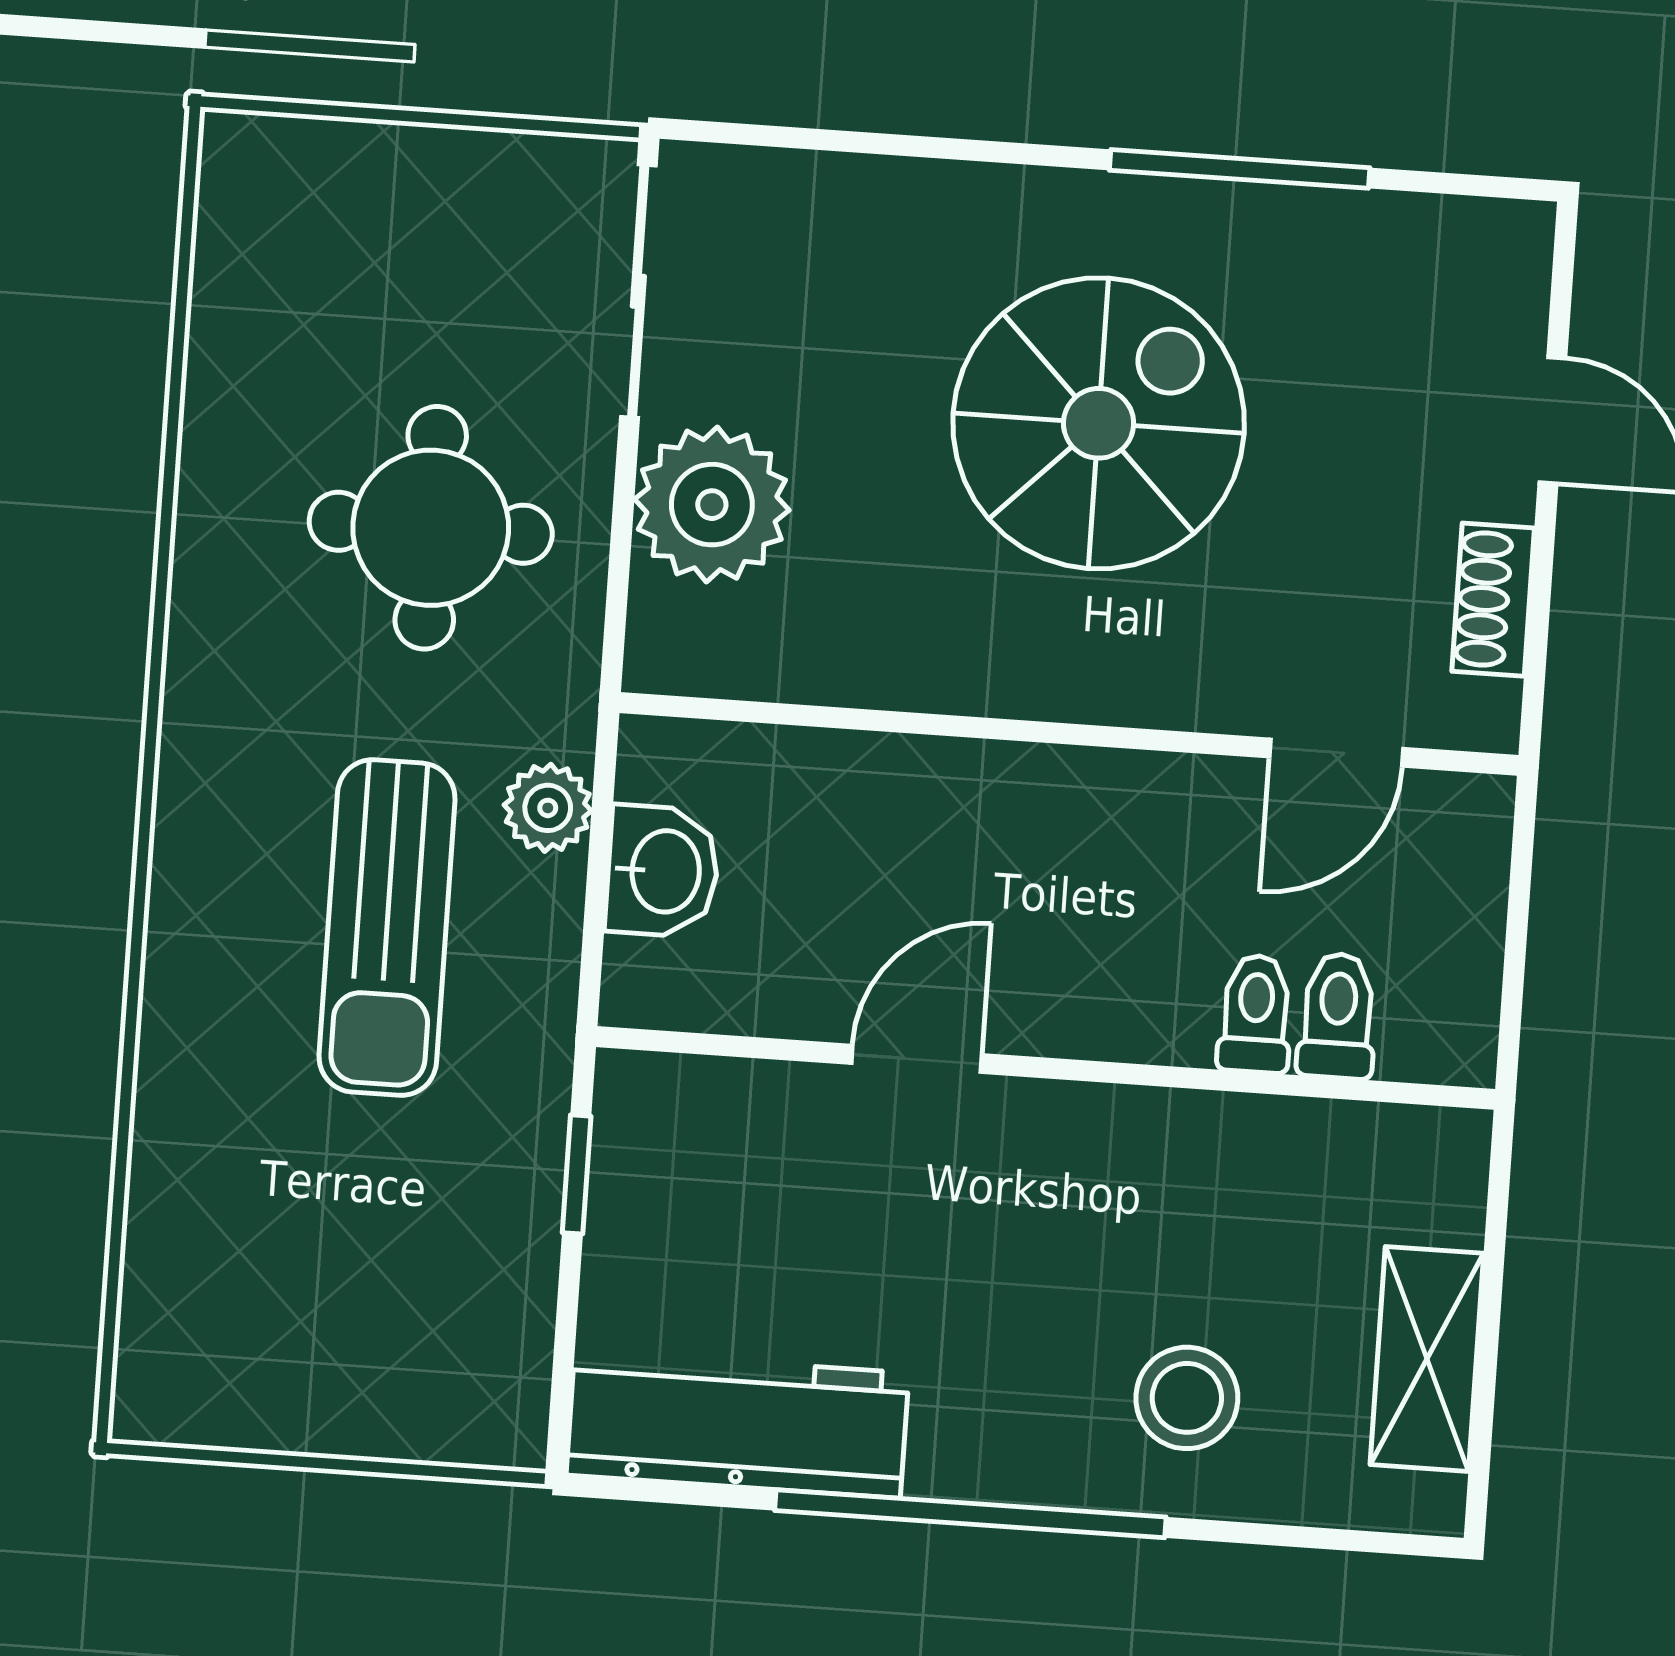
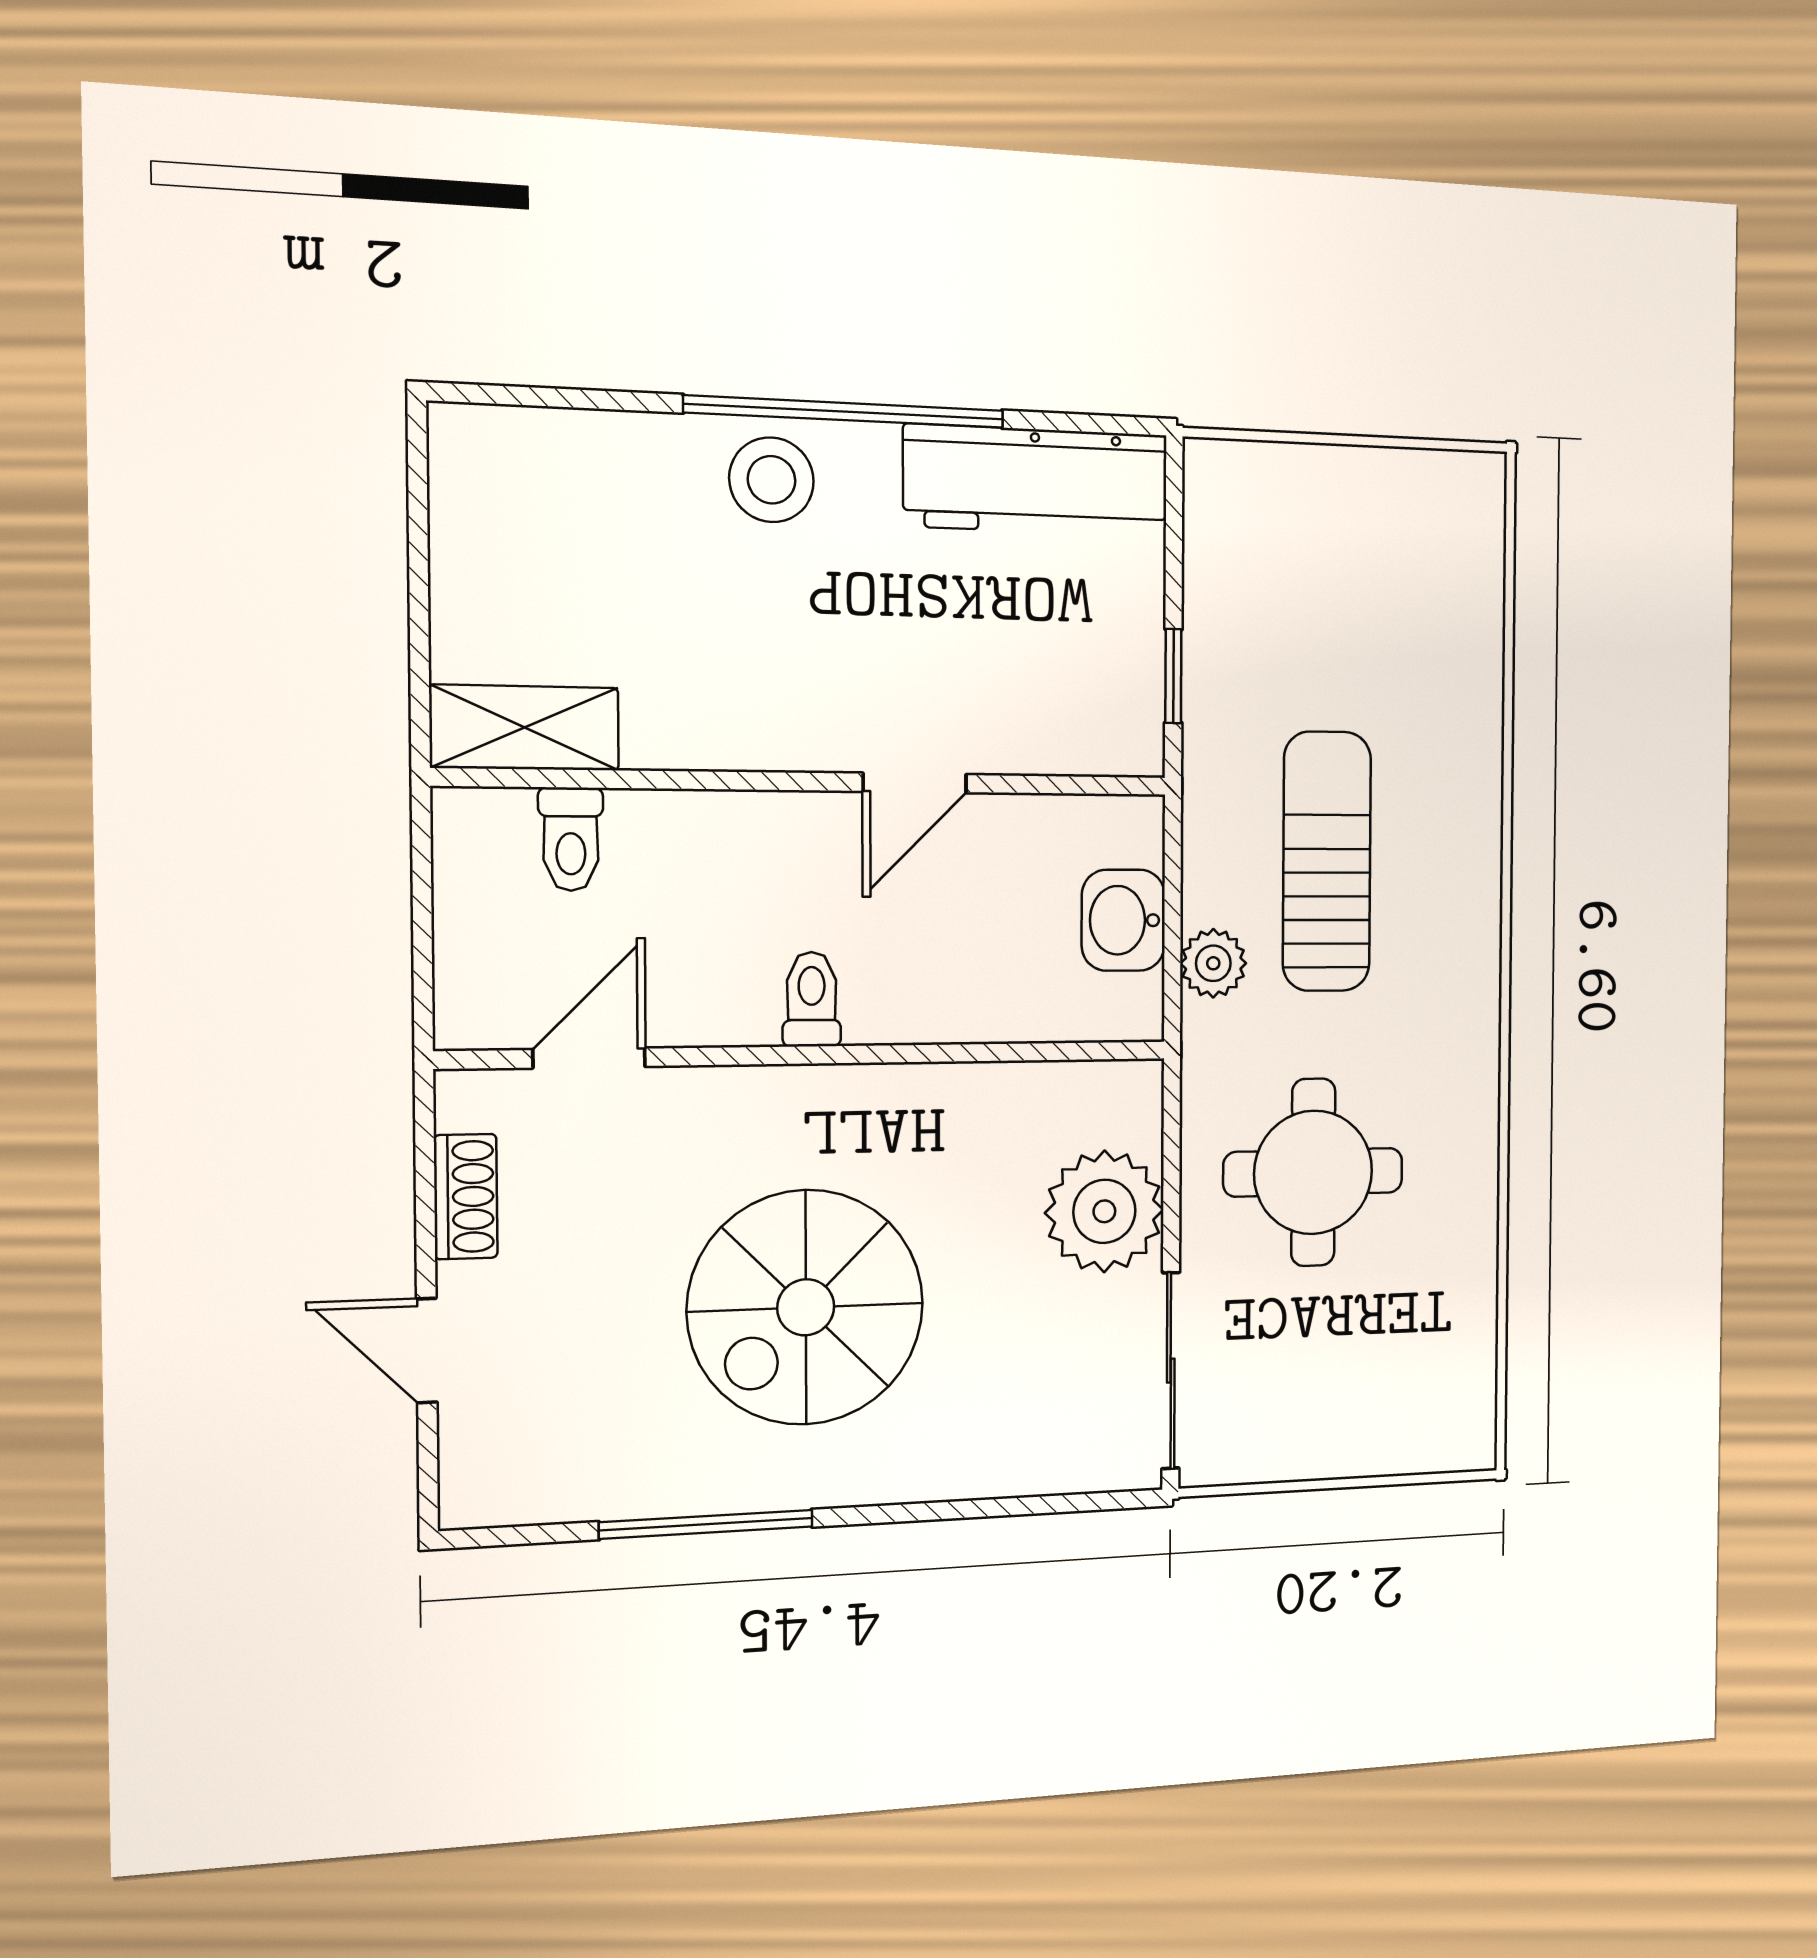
toilet: (1256, 1014) -> (812, 999), moved, turned 180
shelving: (1427, 1359) -> (525, 728), moved, turned 90
stool: (1187, 1398) -> (772, 480), moved

